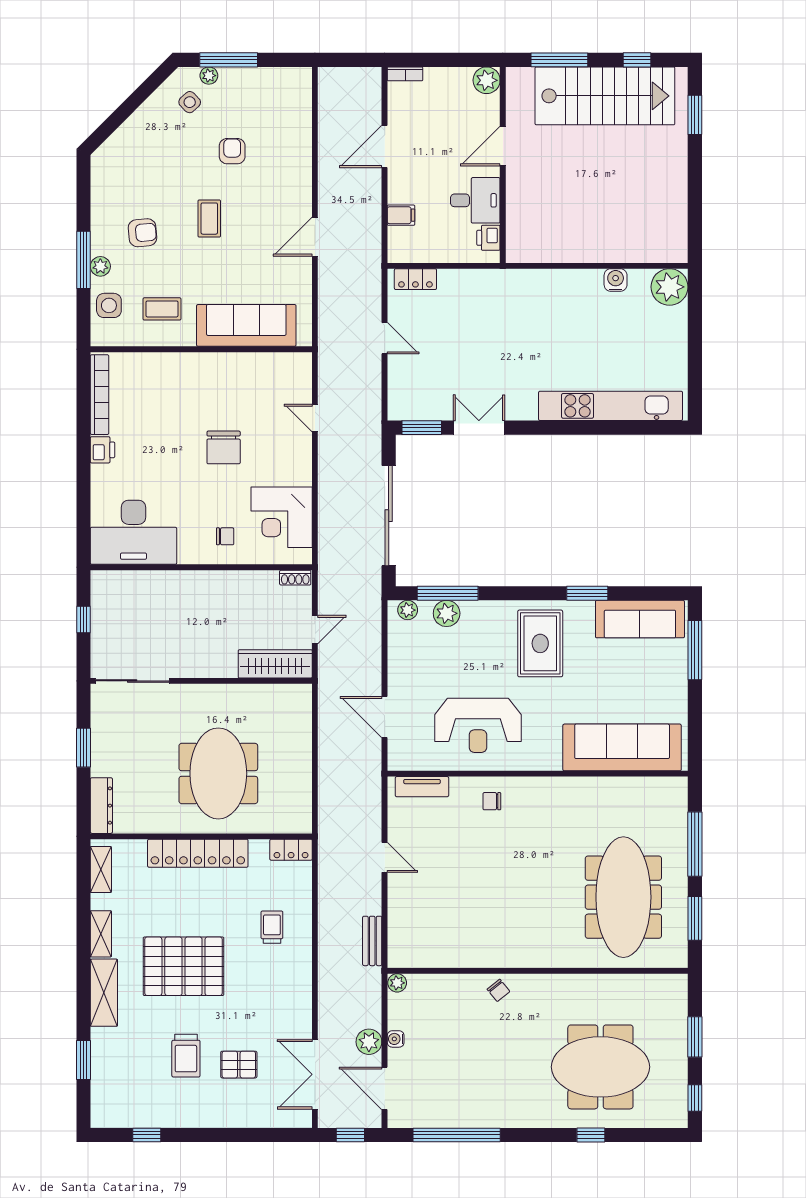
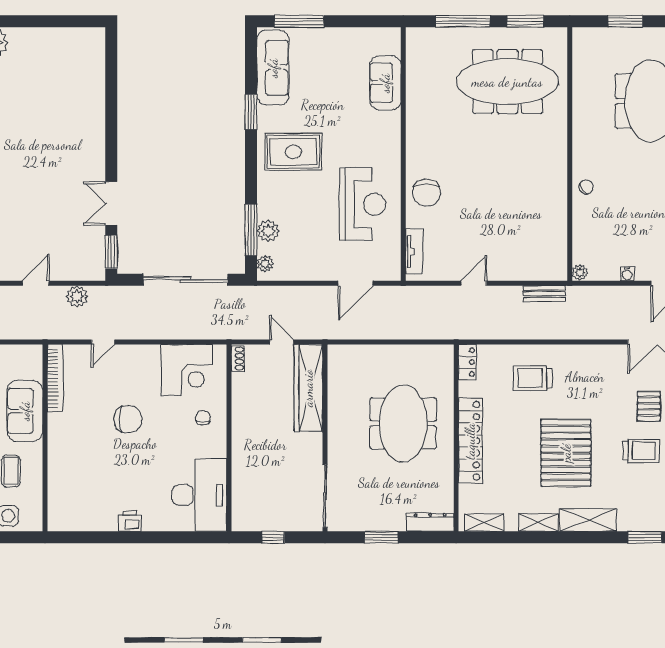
sofa: (246, 325) -> (25, 411), width x0.73
bookcase: (100, 395) -> (55, 378), moved, turned 90
kitchen unit: (611, 406) -> (93, 92), removed
wardrobe: (275, 664) -> (308, 388), width x1.40, depth x1.17
sofa: (622, 747) -> (385, 83), width x0.54, depth x0.79
meeting table: (218, 773) -> (403, 423), turned 90
chair: (492, 801) -> (427, 193), width x1.87, depth x1.87
trolley: (272, 927) -> (533, 378), width x1.36, depth x1.39
plant: (369, 1042) -> (77, 296), moved

